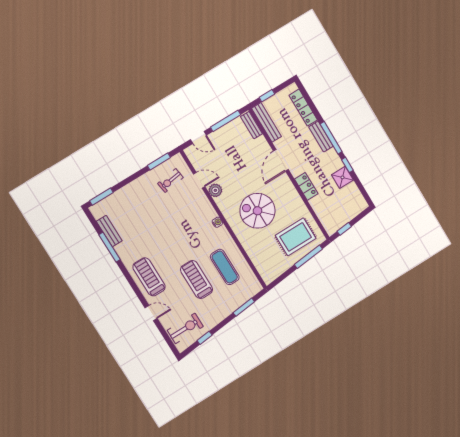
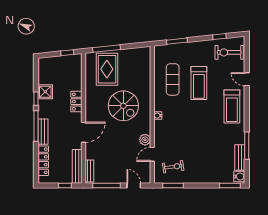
door: (199, 180) -> (152, 154), hinge flipped
water cooler: (98, 211) -> (239, 177), added
rug: (296, 237) -> (107, 69), turned 90

